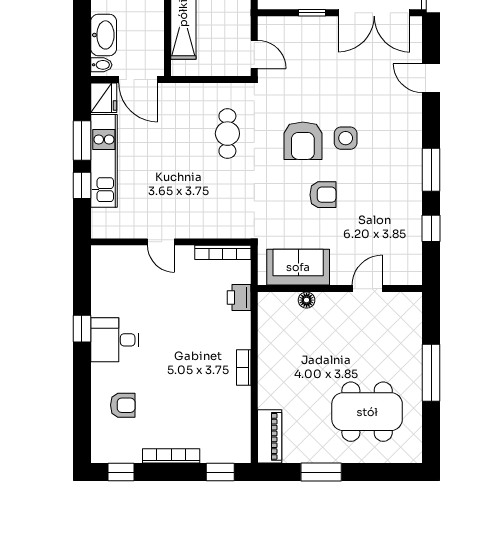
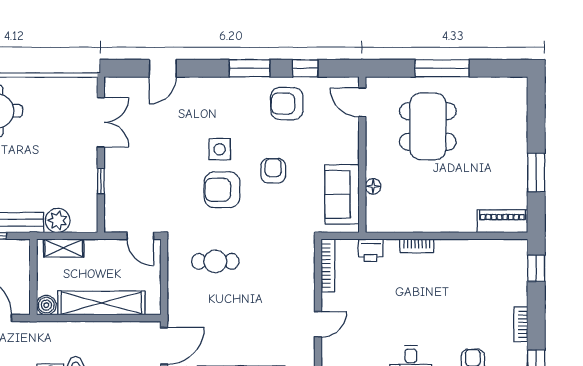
double door: (374, 13) -> (101, 122), width x0.73
door: (254, 54) -> (140, 236), swing flipped
armchair: (303, 141) -> (222, 190), turned 180
armchair: (394, 209) -> (287, 104), added
door: (367, 289) -> (362, 102), moved
bookcase: (244, 368) -> (417, 246), moved
dining table: (367, 412) -> (428, 126), moved
bookcase: (171, 456) -> (521, 324), width x0.64

